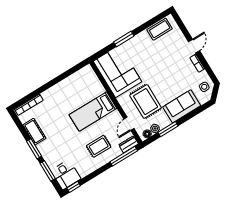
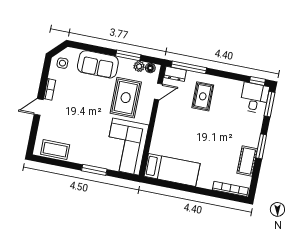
bed: (93, 112) -> (172, 170), moved
rug: (99, 146) -> (203, 96), turned 90
window: (48, 171) -> (270, 104), moved

